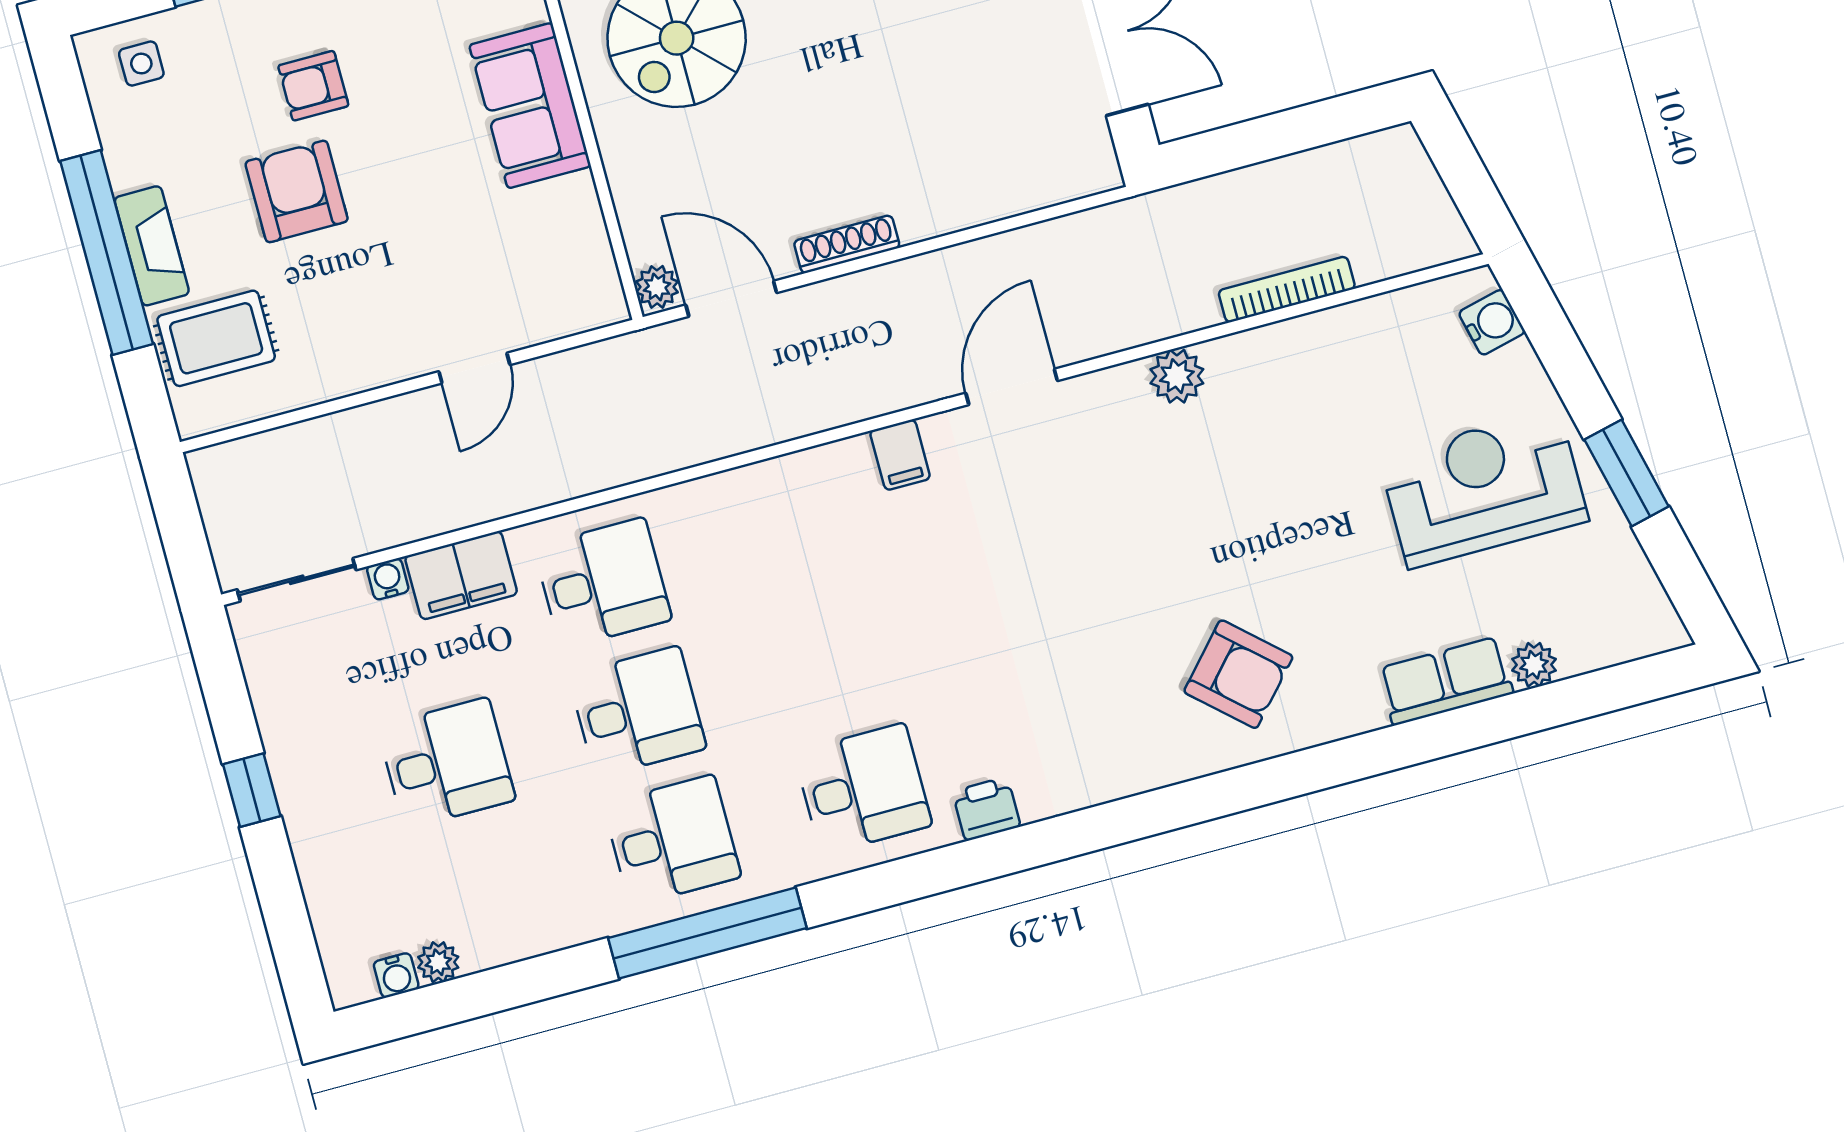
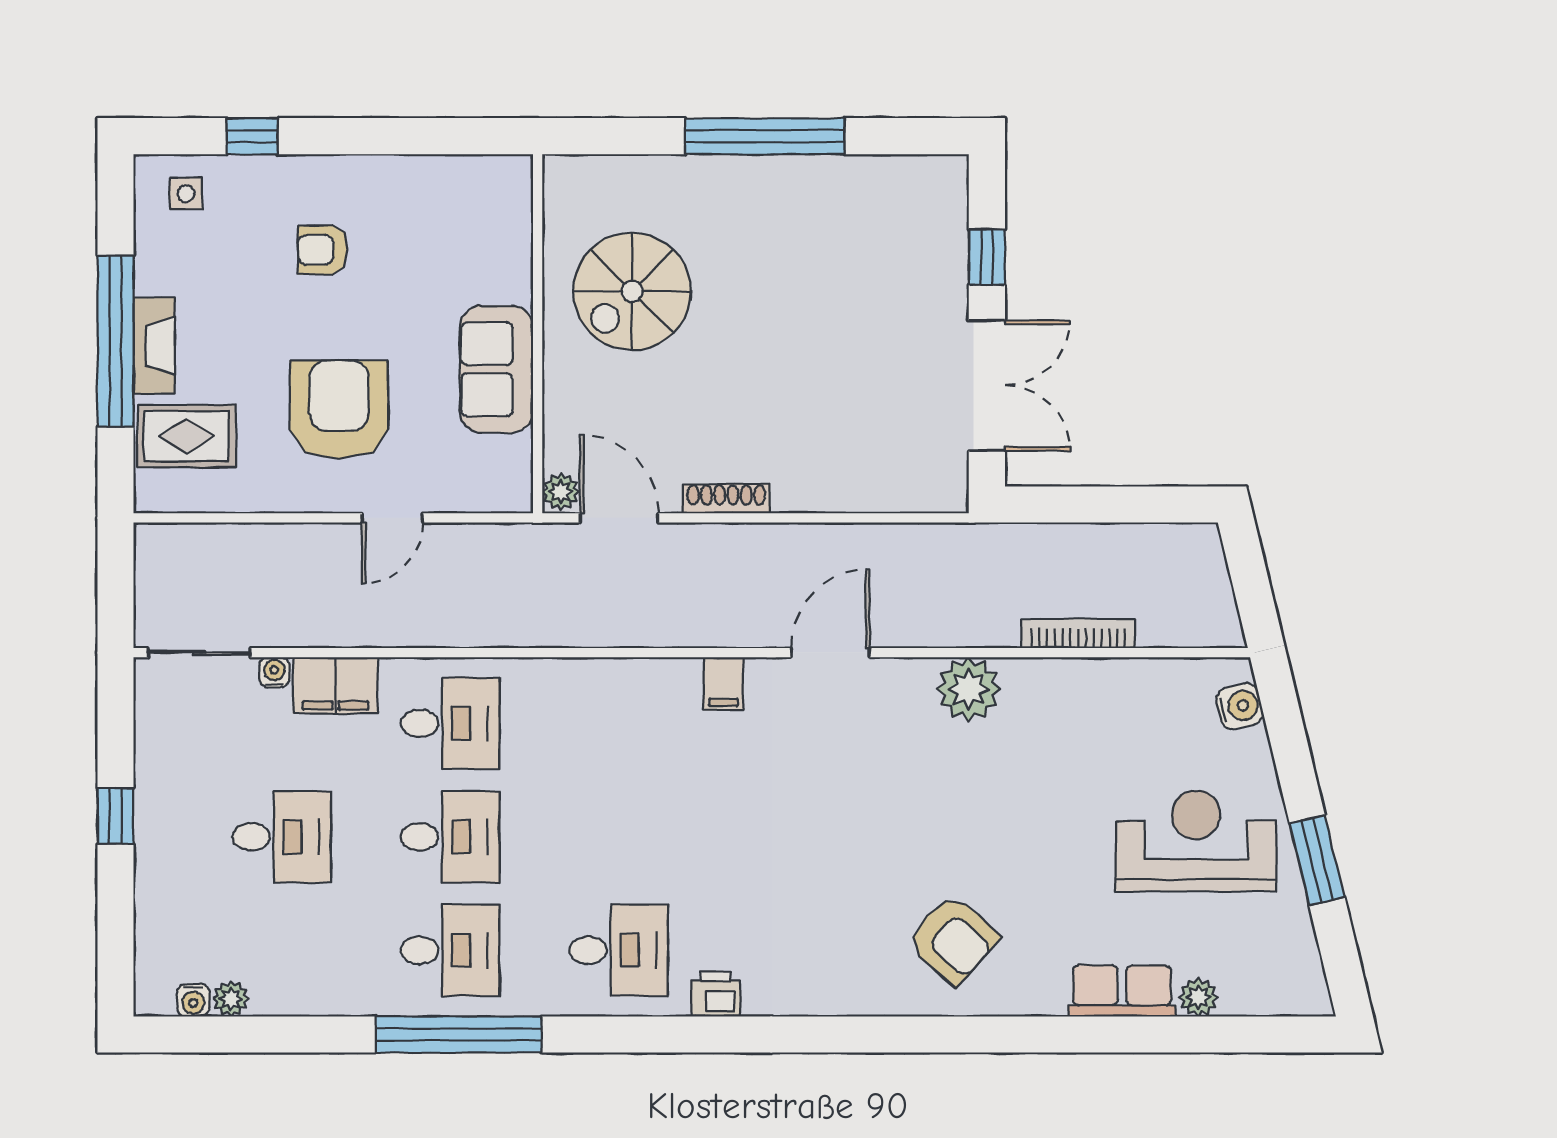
sofa: (530, 106) -> (496, 369), moved
armchair: (297, 191) -> (339, 409), moved, width x1.36, depth x1.36
plant: (1177, 376) -> (969, 689), width x1.36, depth x1.36

